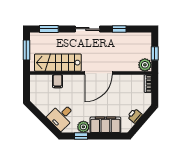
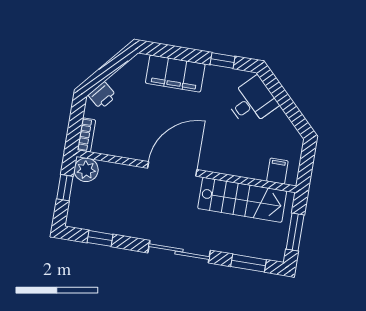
sliding door: (87, 29) -> (179, 252), width x1.37
window: (119, 29) -> (100, 238), moved
filing cabinet: (58, 81) -> (277, 171), moved
printer: (135, 116) -> (102, 96), moved
plant: (83, 127) -> (216, 76), removed

